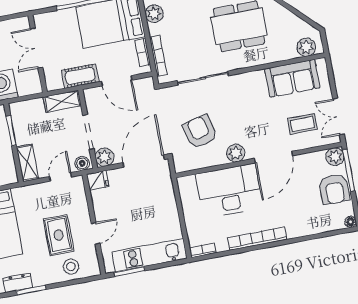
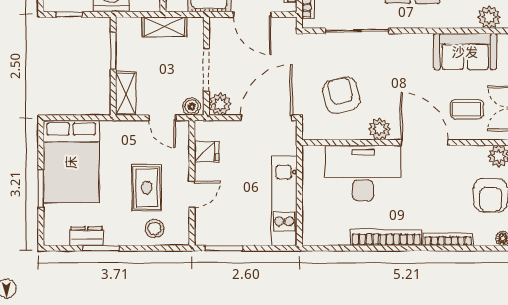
shelving: (62, 101) -> (165, 27), moved
door: (273, 157) -> (424, 143), swing flipped
door: (60, 177) -> (162, 118), swing flipped
fridge: (98, 180) -> (207, 152), moved
bookcase: (203, 250) -> (448, 239), moved, width x1.56
kitchen unit: (150, 255) -> (284, 201), moved, turned -90

